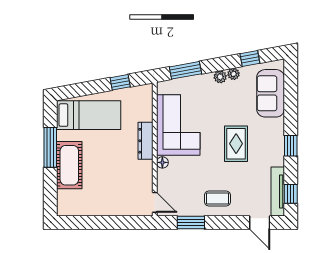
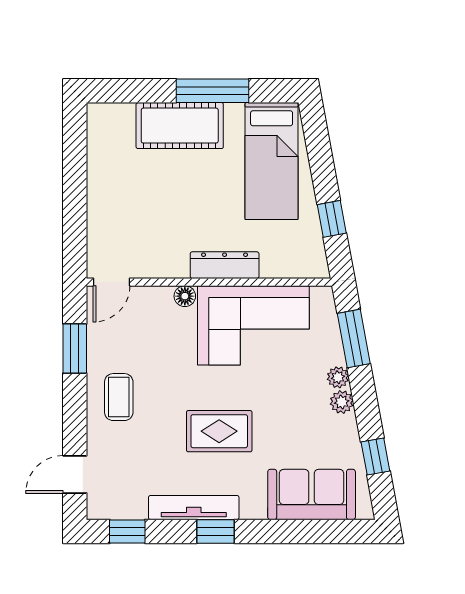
plant: (234, 74) -> (338, 377), moved
tv unit: (278, 192) -> (194, 508), moved

